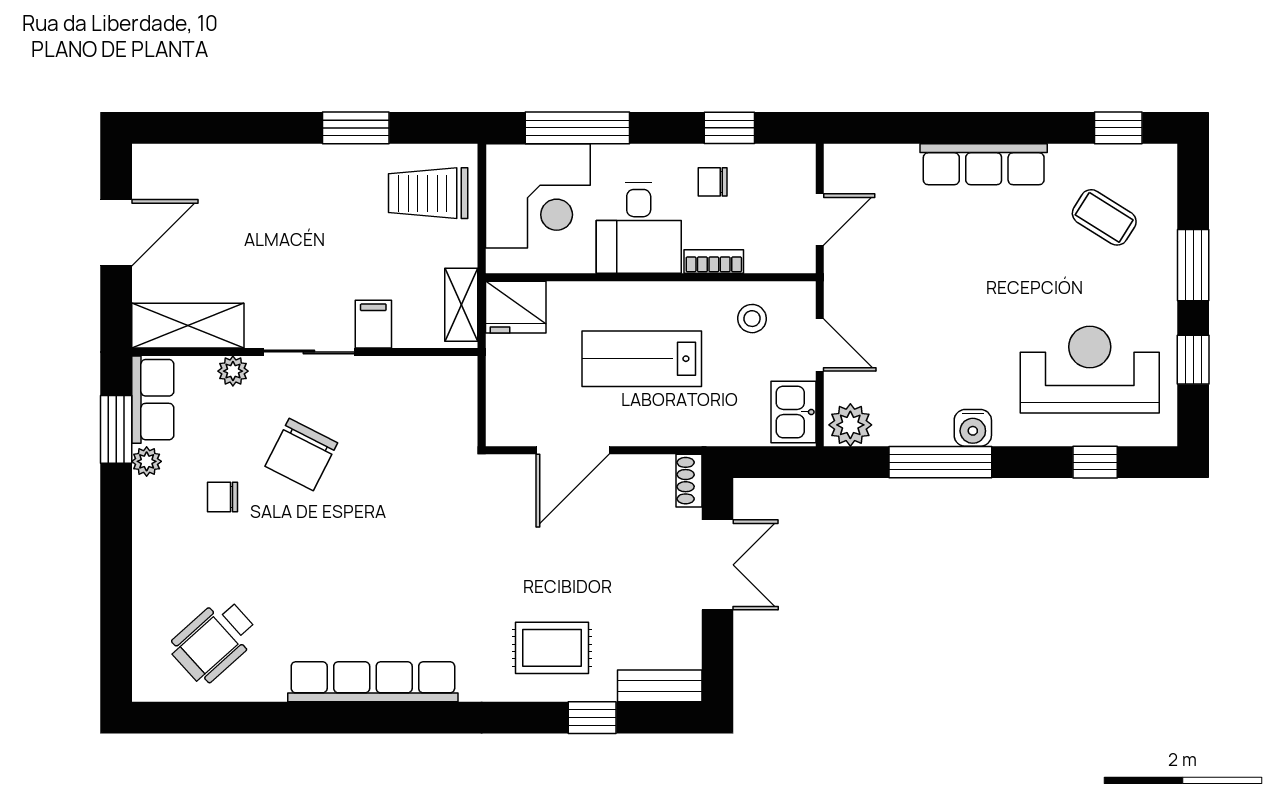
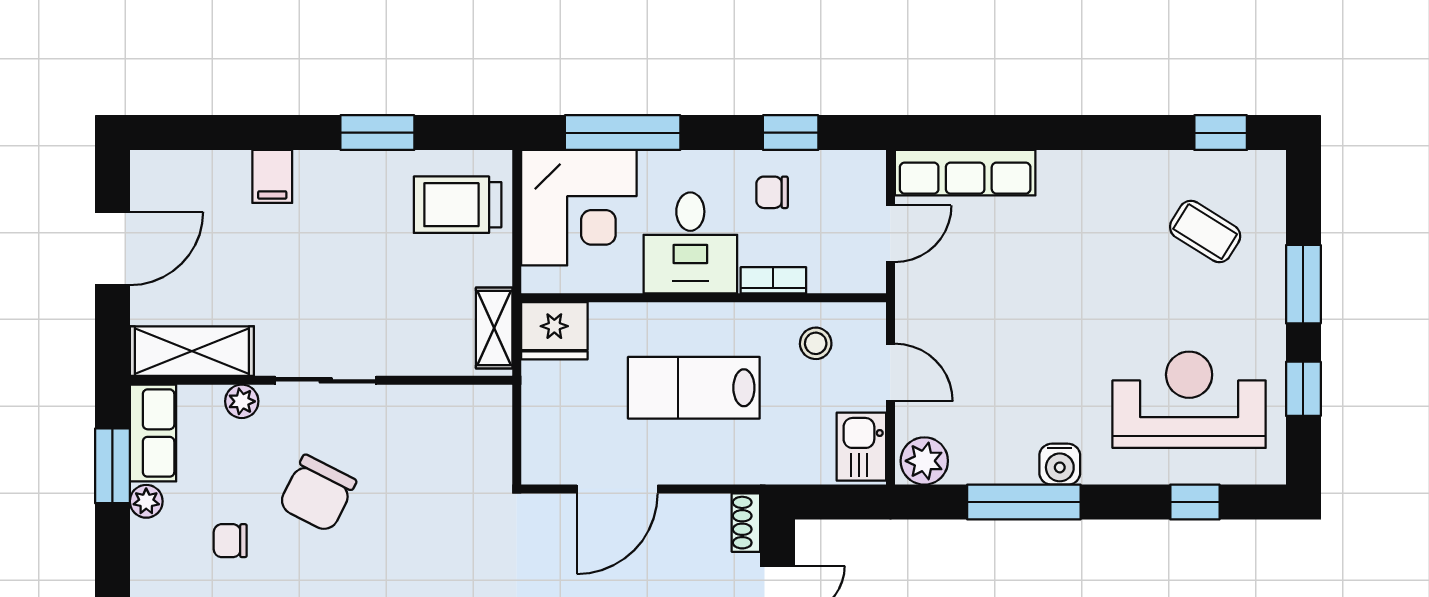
row of seats: (984, 164) -> (965, 173), moved
filing cabinet: (373, 324) -> (272, 176), moved, turned 180

